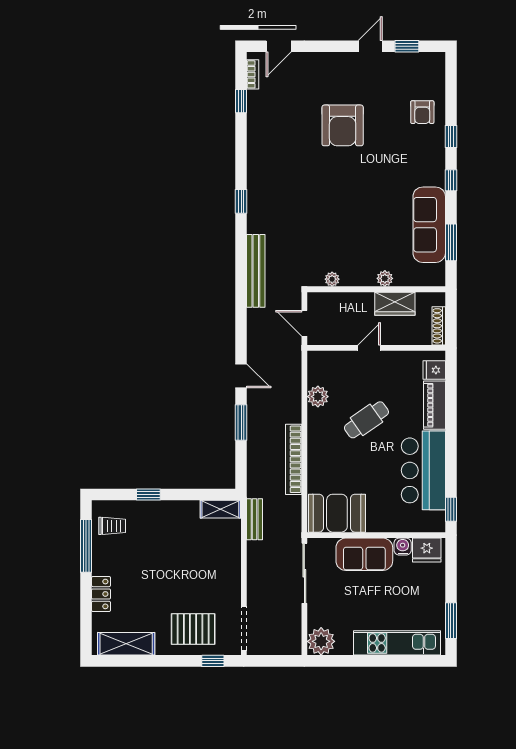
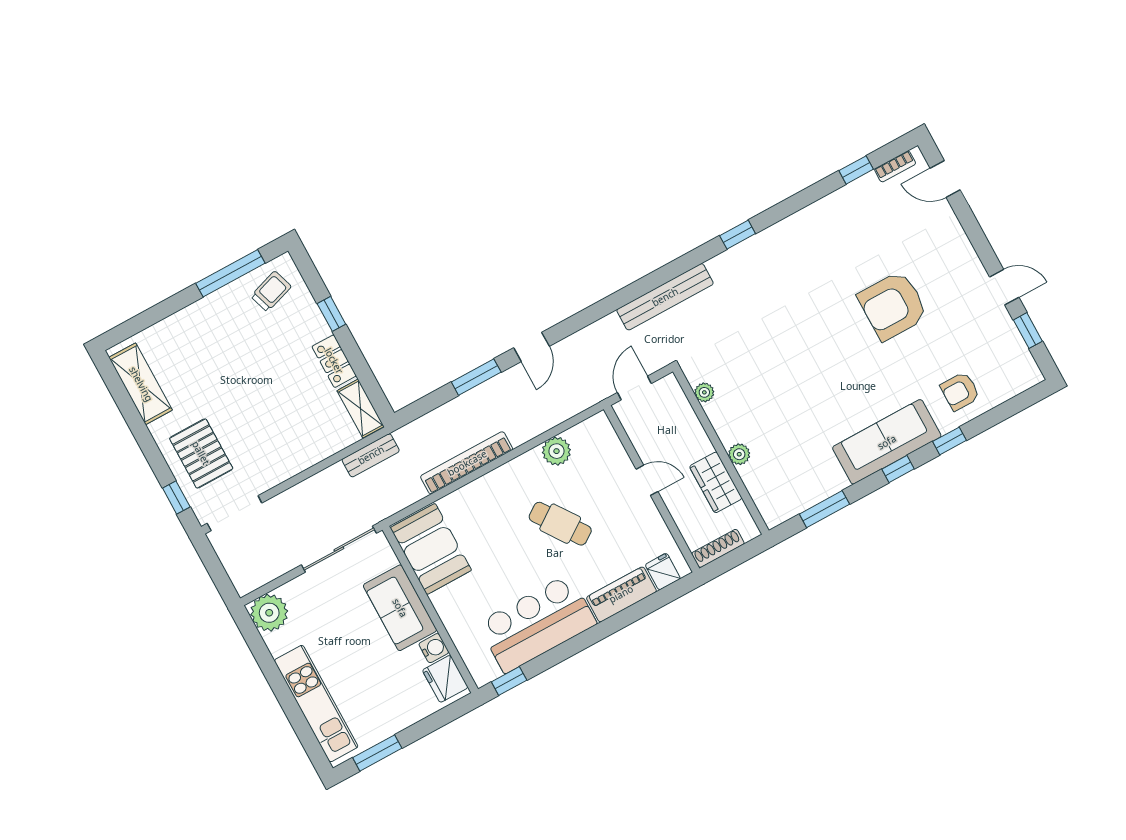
sofa: (429, 225) -> (887, 442), moved
trolley: (112, 526) -> (271, 291), turned -108
locker: (101, 594) -> (334, 361), moved, turned 90

